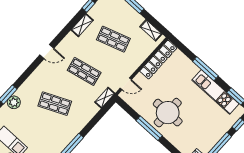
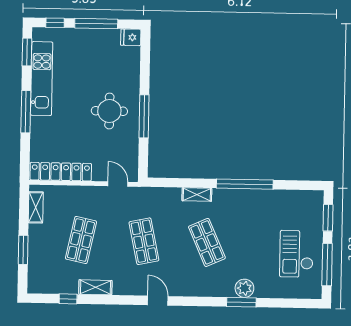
shop shelf: (113, 39) -> (81, 240), turned 30
shelving: (105, 98) -> (197, 194), moved
round table: (168, 113) -> (109, 111), width x0.73, depth x0.73

